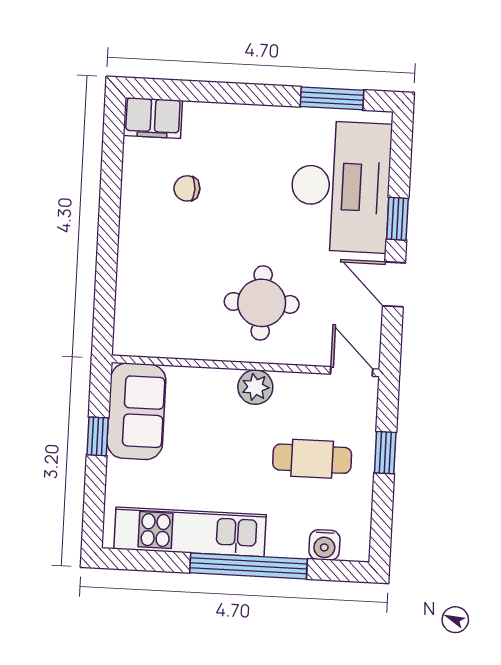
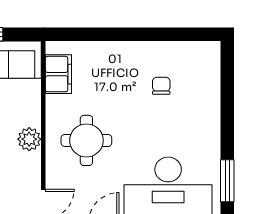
filing cabinet: (153, 118) -> (58, 74), moved, turned 180

